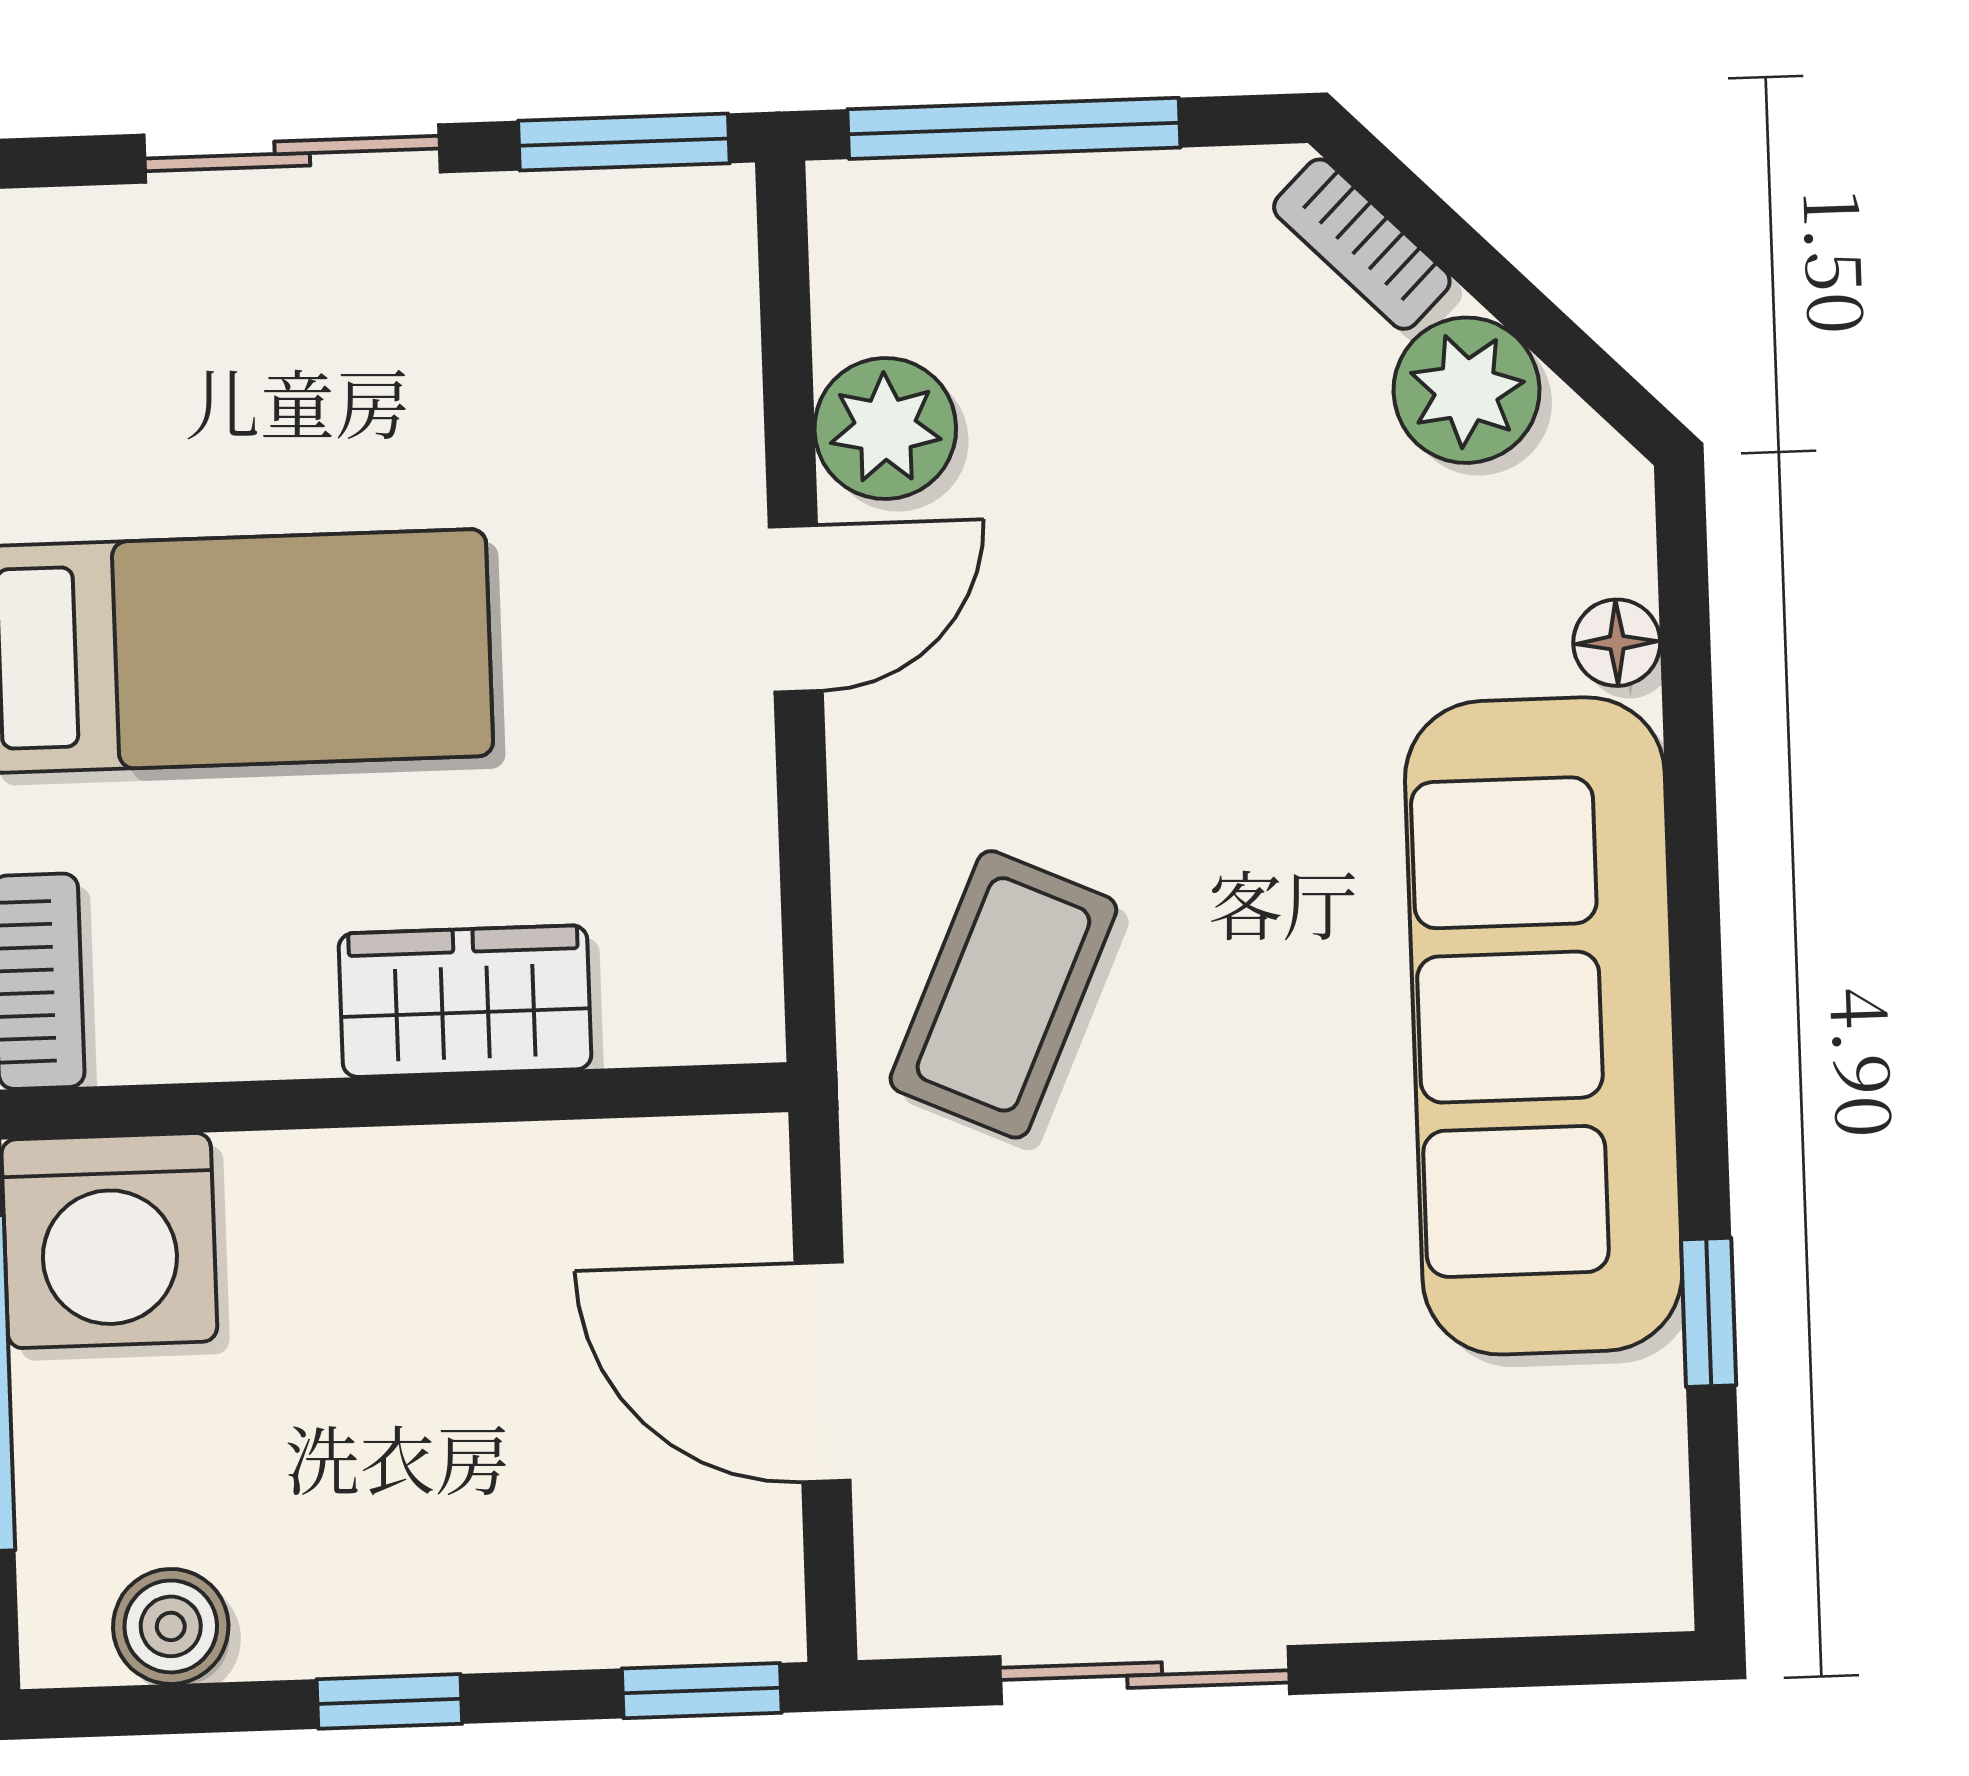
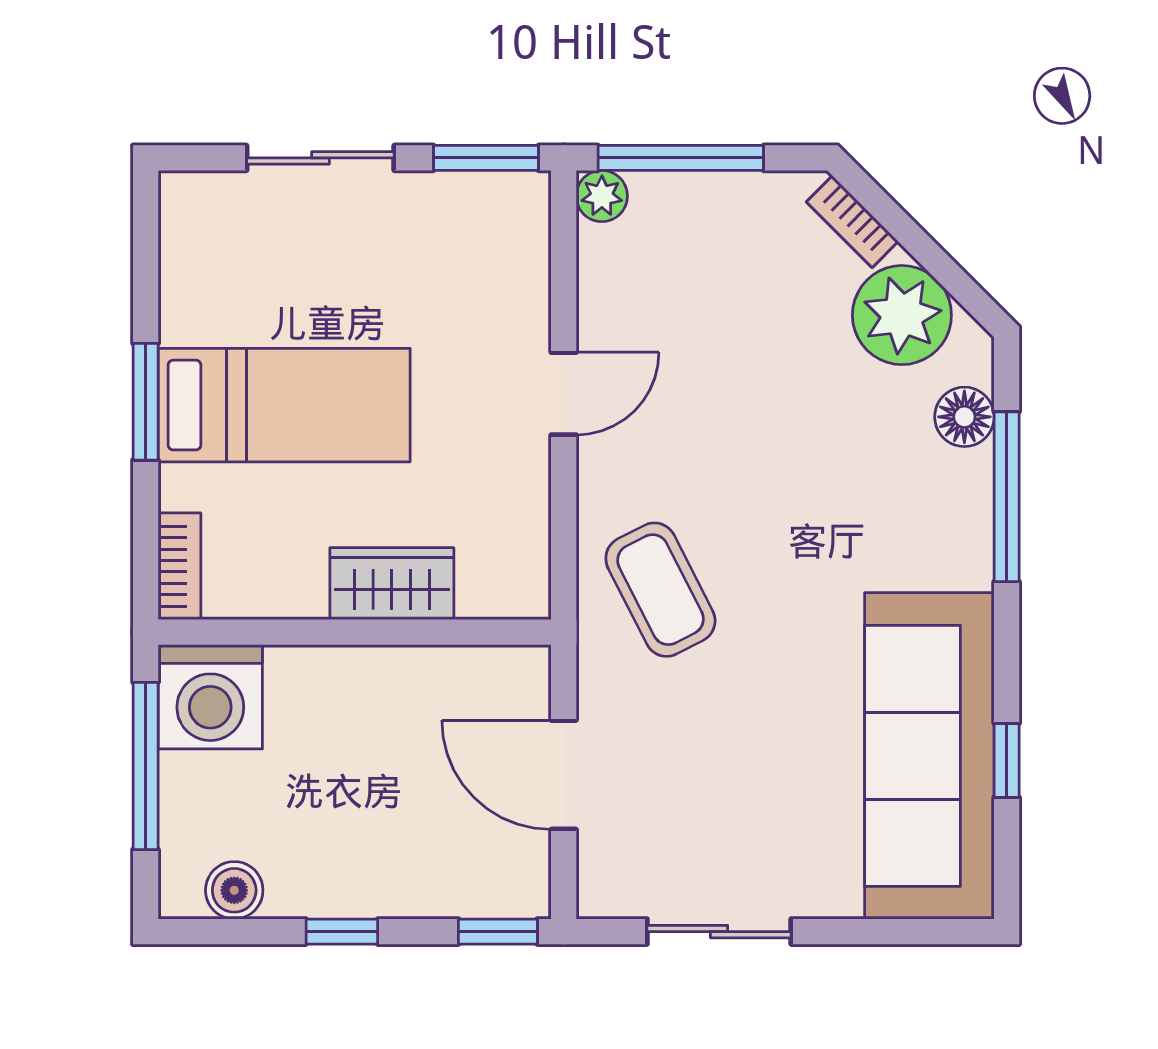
plant: (1467, 390) -> (902, 315), width x1.36, depth x1.36
plant: (885, 428) -> (602, 196), moved, width x0.73, depth x0.73
floor lamp: (1617, 643) -> (964, 417), width x1.37, depth x1.37
window: (1690, 784) -> (1007, 497), added
coffee table: (1003, 994) -> (660, 590), turned -51
sofa: (1544, 1026) -> (929, 756), moved

